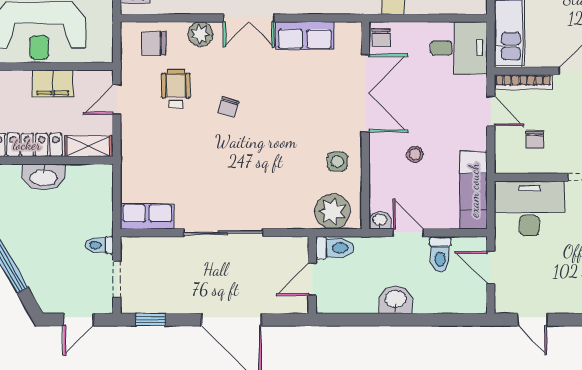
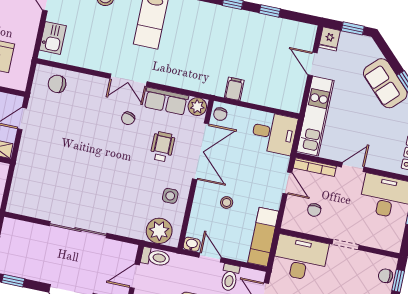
plant: (200, 34) -> (197, 107), moved
wheelchair: (176, 89) -> (162, 147), moved
chair: (228, 107) -> (128, 118), moved
row of seats: (147, 216) -> (26, 206), removed

